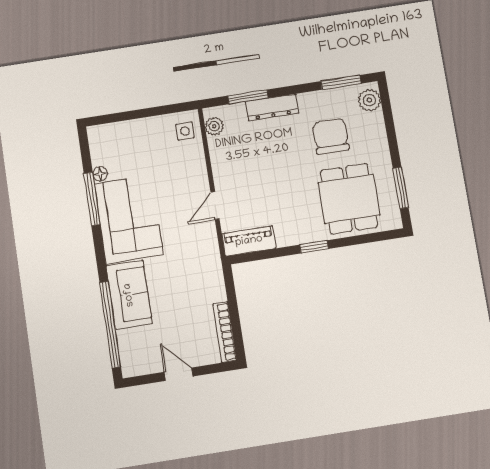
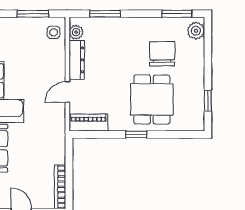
dresser: (272, 107) -> (77, 60), moved, turned -90
window: (154, 112) -> (33, 14), added
window: (401, 188) -> (208, 101), width x0.67
dining table: (349, 199) -> (152, 100), moved

